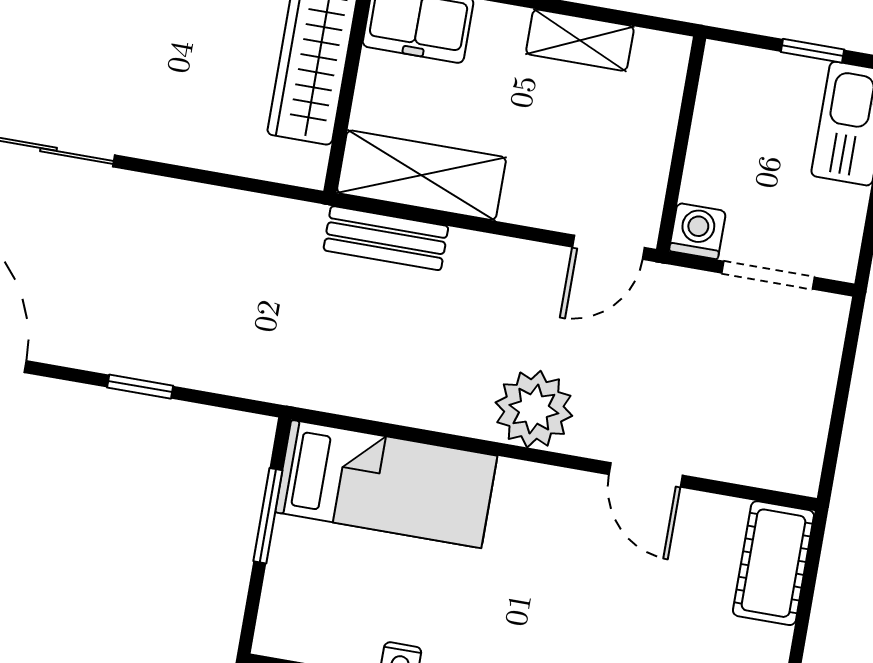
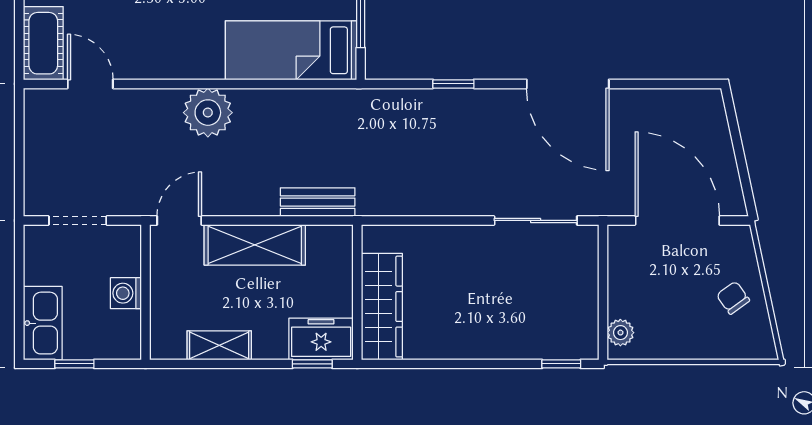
shelving: (421, 175) -> (255, 245), moved
washing machine: (698, 231) -> (126, 293), moved, turned 90
door: (646, 475) -> (90, 84), moved

